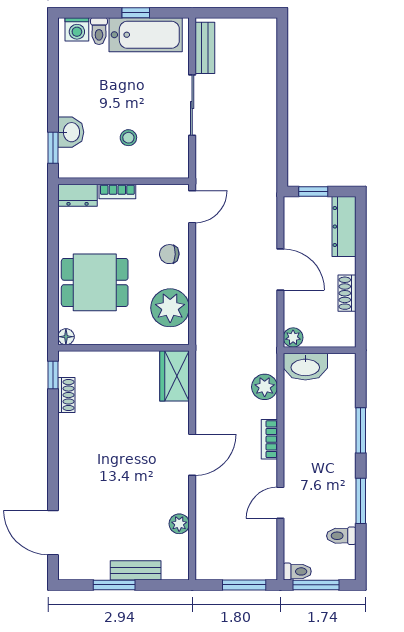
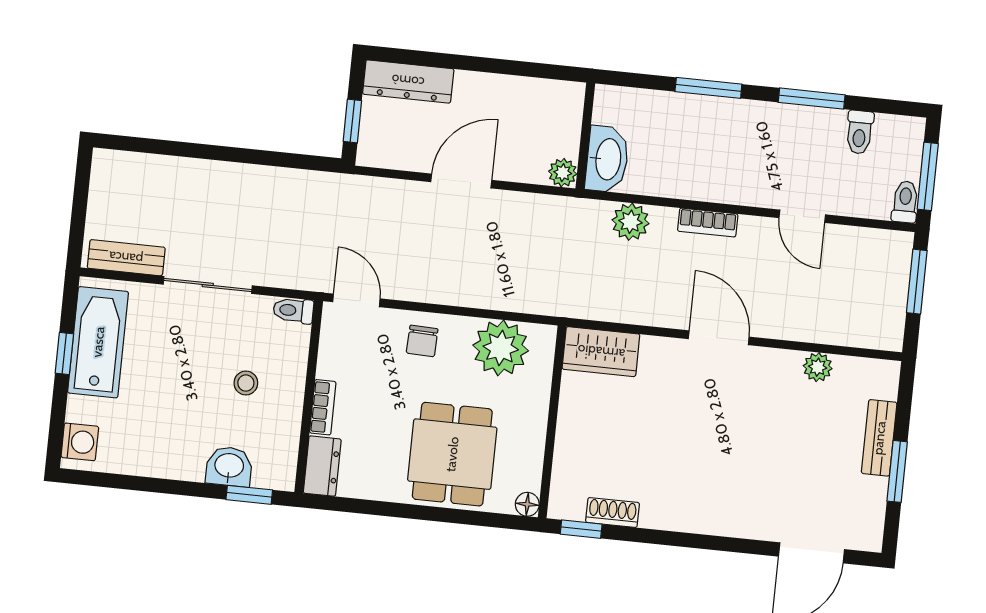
toilet: (99, 31) -> (293, 310), moved, turned 180
shoe rack: (347, 293) -> (506, 87), removed

